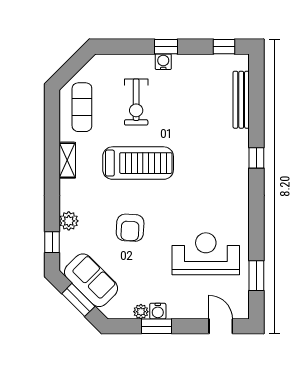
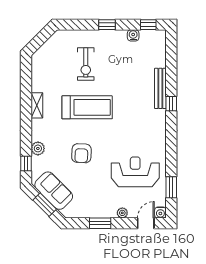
water cooler: (163, 62) -> (133, 35), moved
bench: (241, 100) -> (160, 88), moved
exercise mat: (82, 107) -> (47, 68), removed
water cooler: (158, 311) -> (160, 213), moved
plant: (141, 312) -> (122, 213), moved
door: (221, 326) -> (146, 223), hinge flipped

